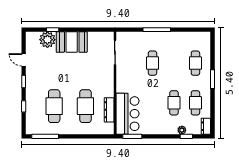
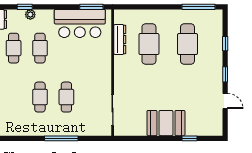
plant: (47, 40) -> (196, 126), removed
cafe table: (195, 63) -> (40, 97), moved
bar counter: (127, 114) -> (80, 23), moved, turned -90

